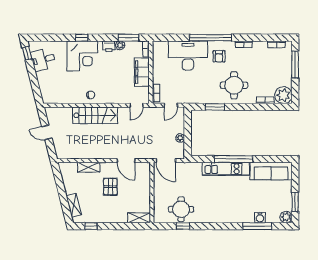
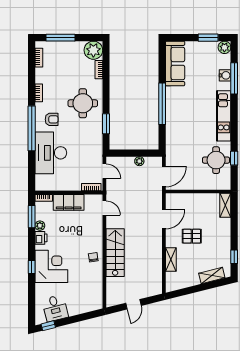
kitchen unit: (226, 169) -> (224, 116), moved, turned 180

